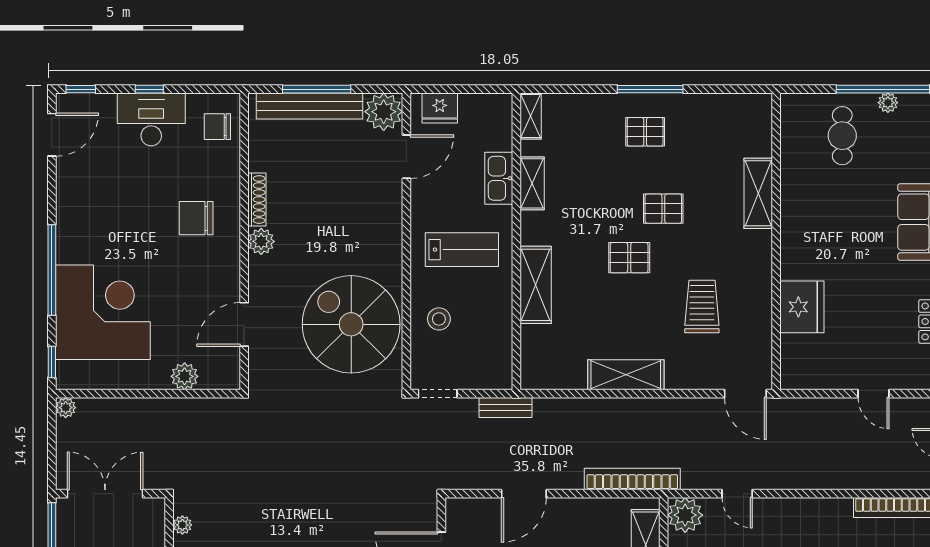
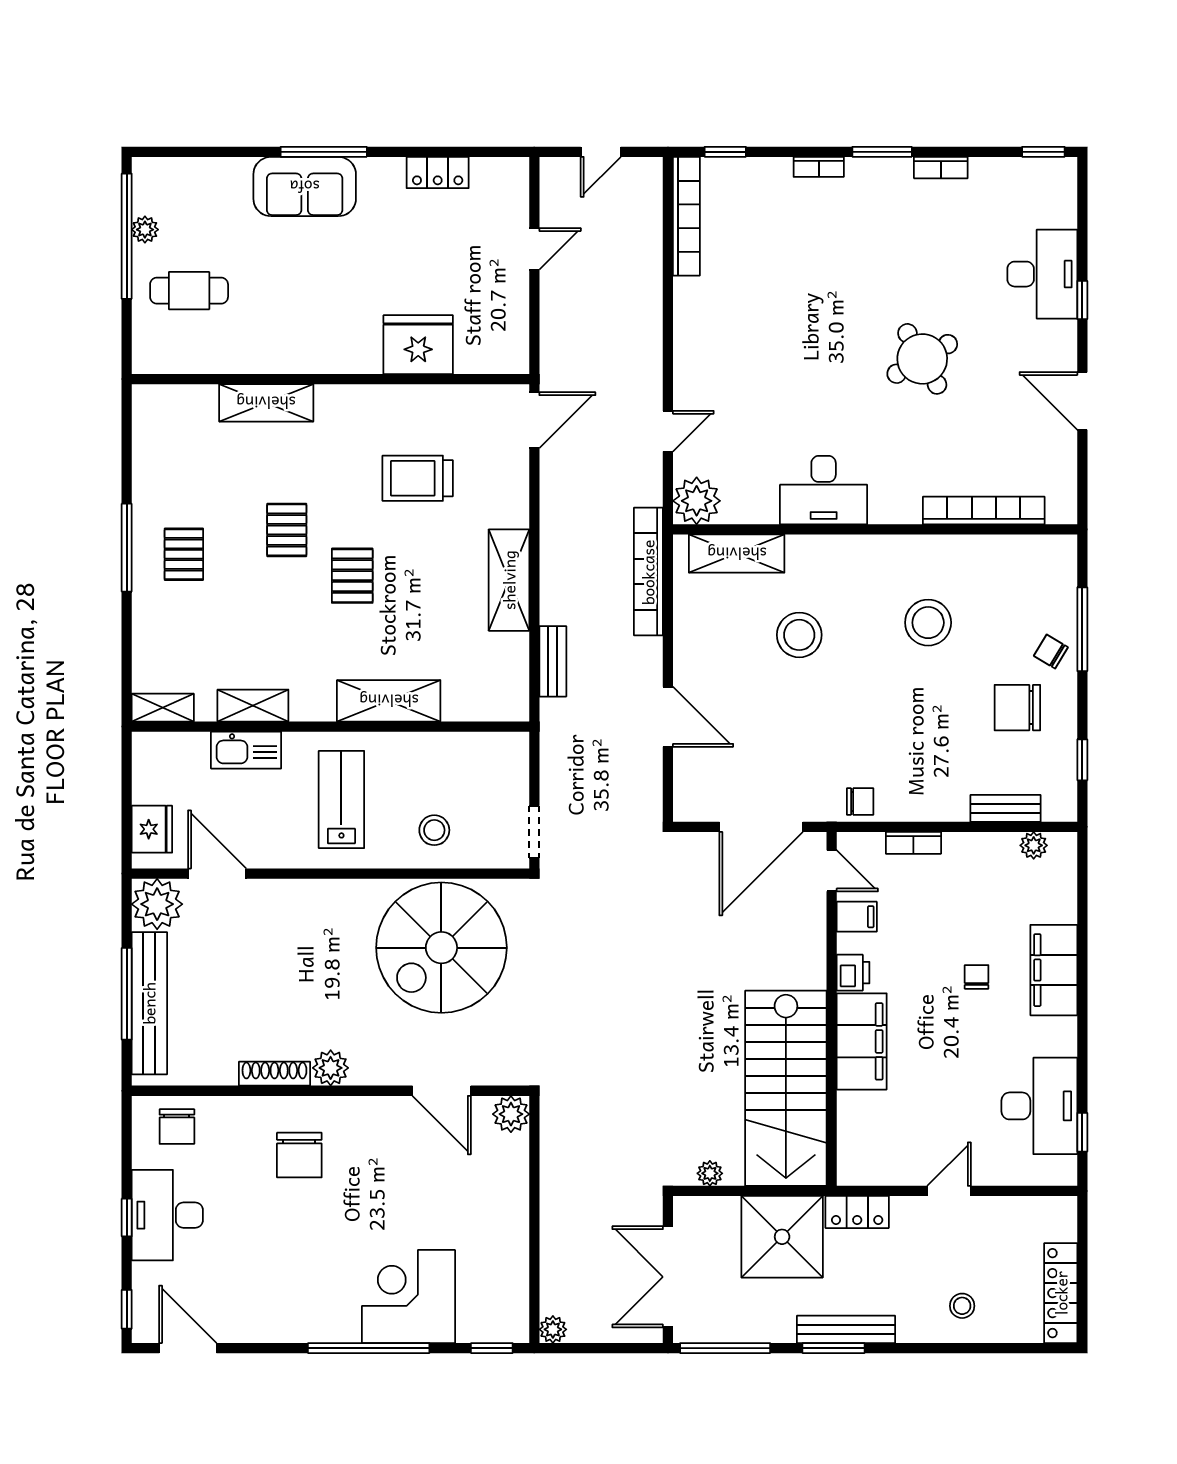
corner desk: (103, 312) -> (409, 1296), width x0.74, depth x0.74
plant: (185, 376) -> (511, 1114), moved
bench: (505, 408) -> (553, 661), moved

